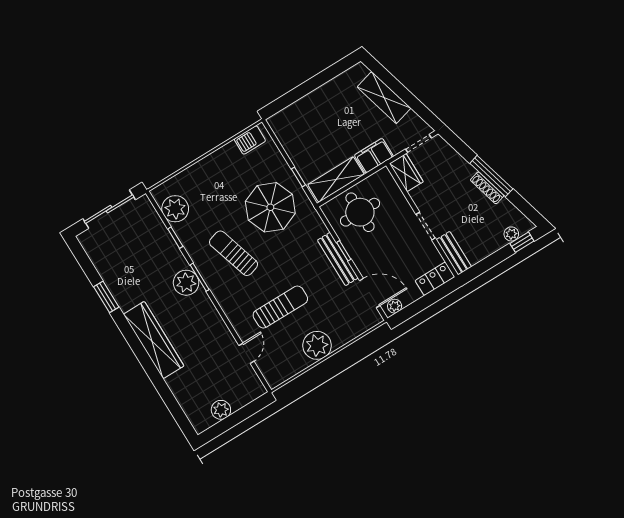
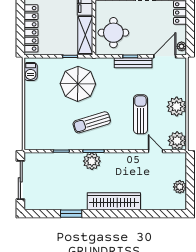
locker: (303, 108) -> (31, 28), added
plant: (175, 209) -> (177, 141), moved

